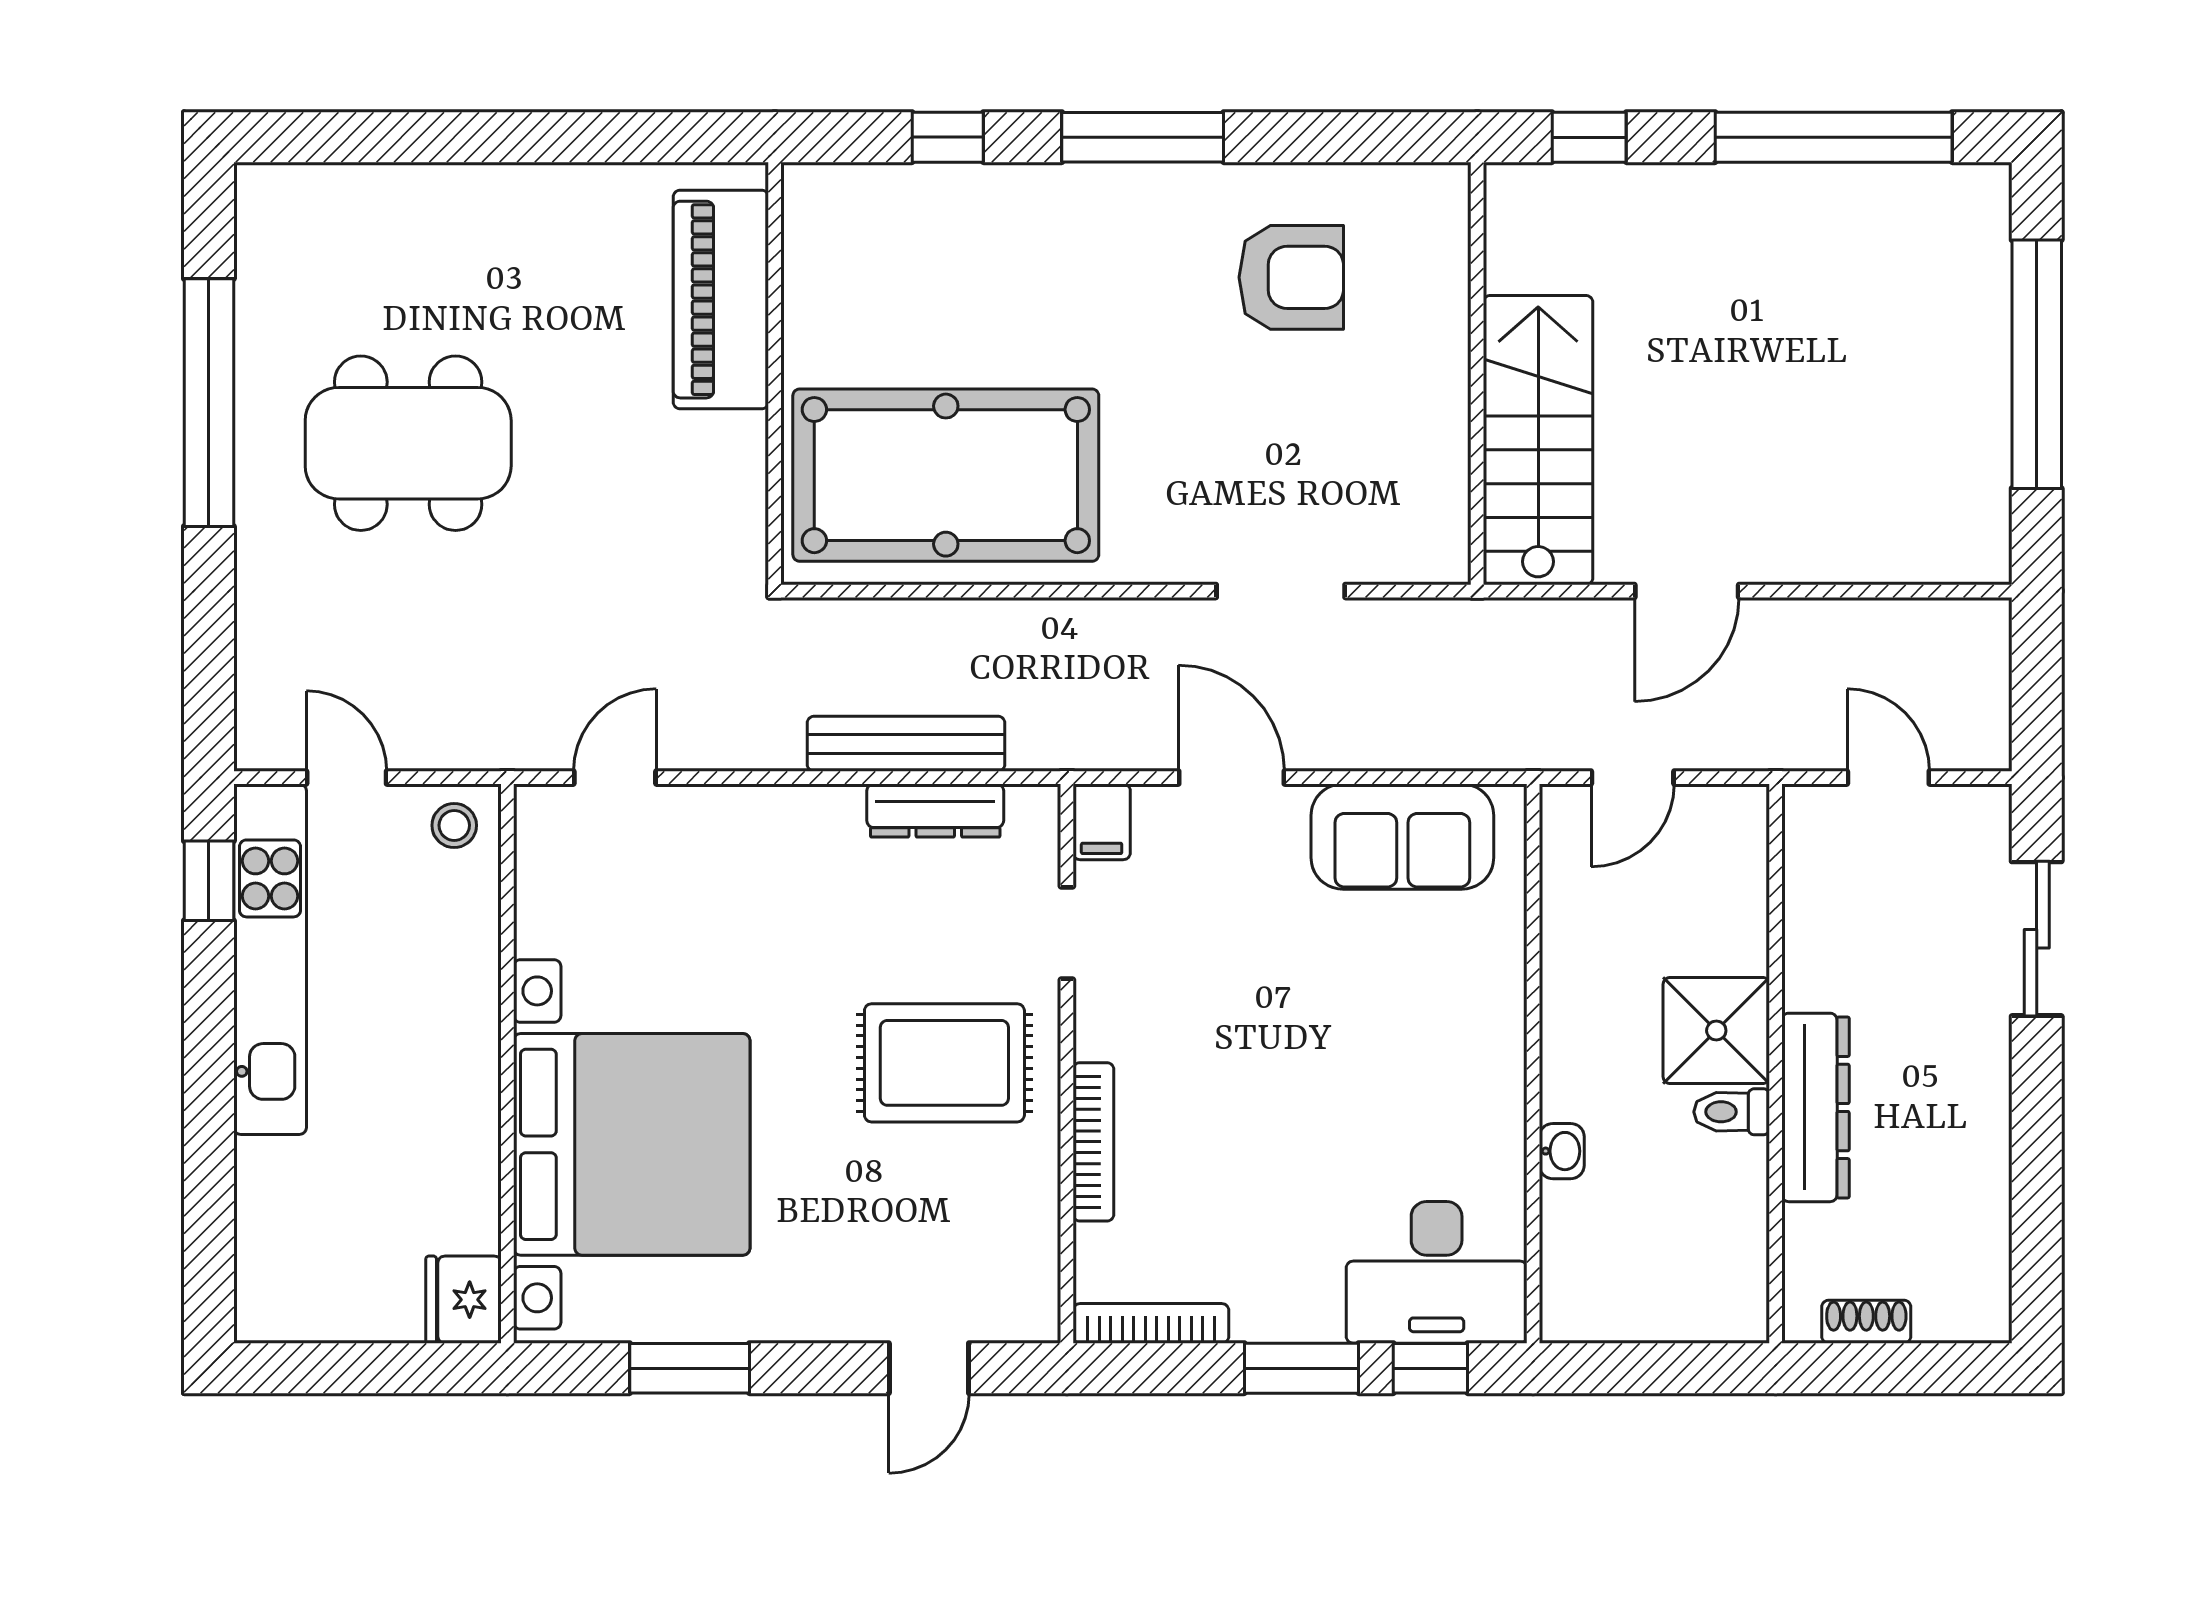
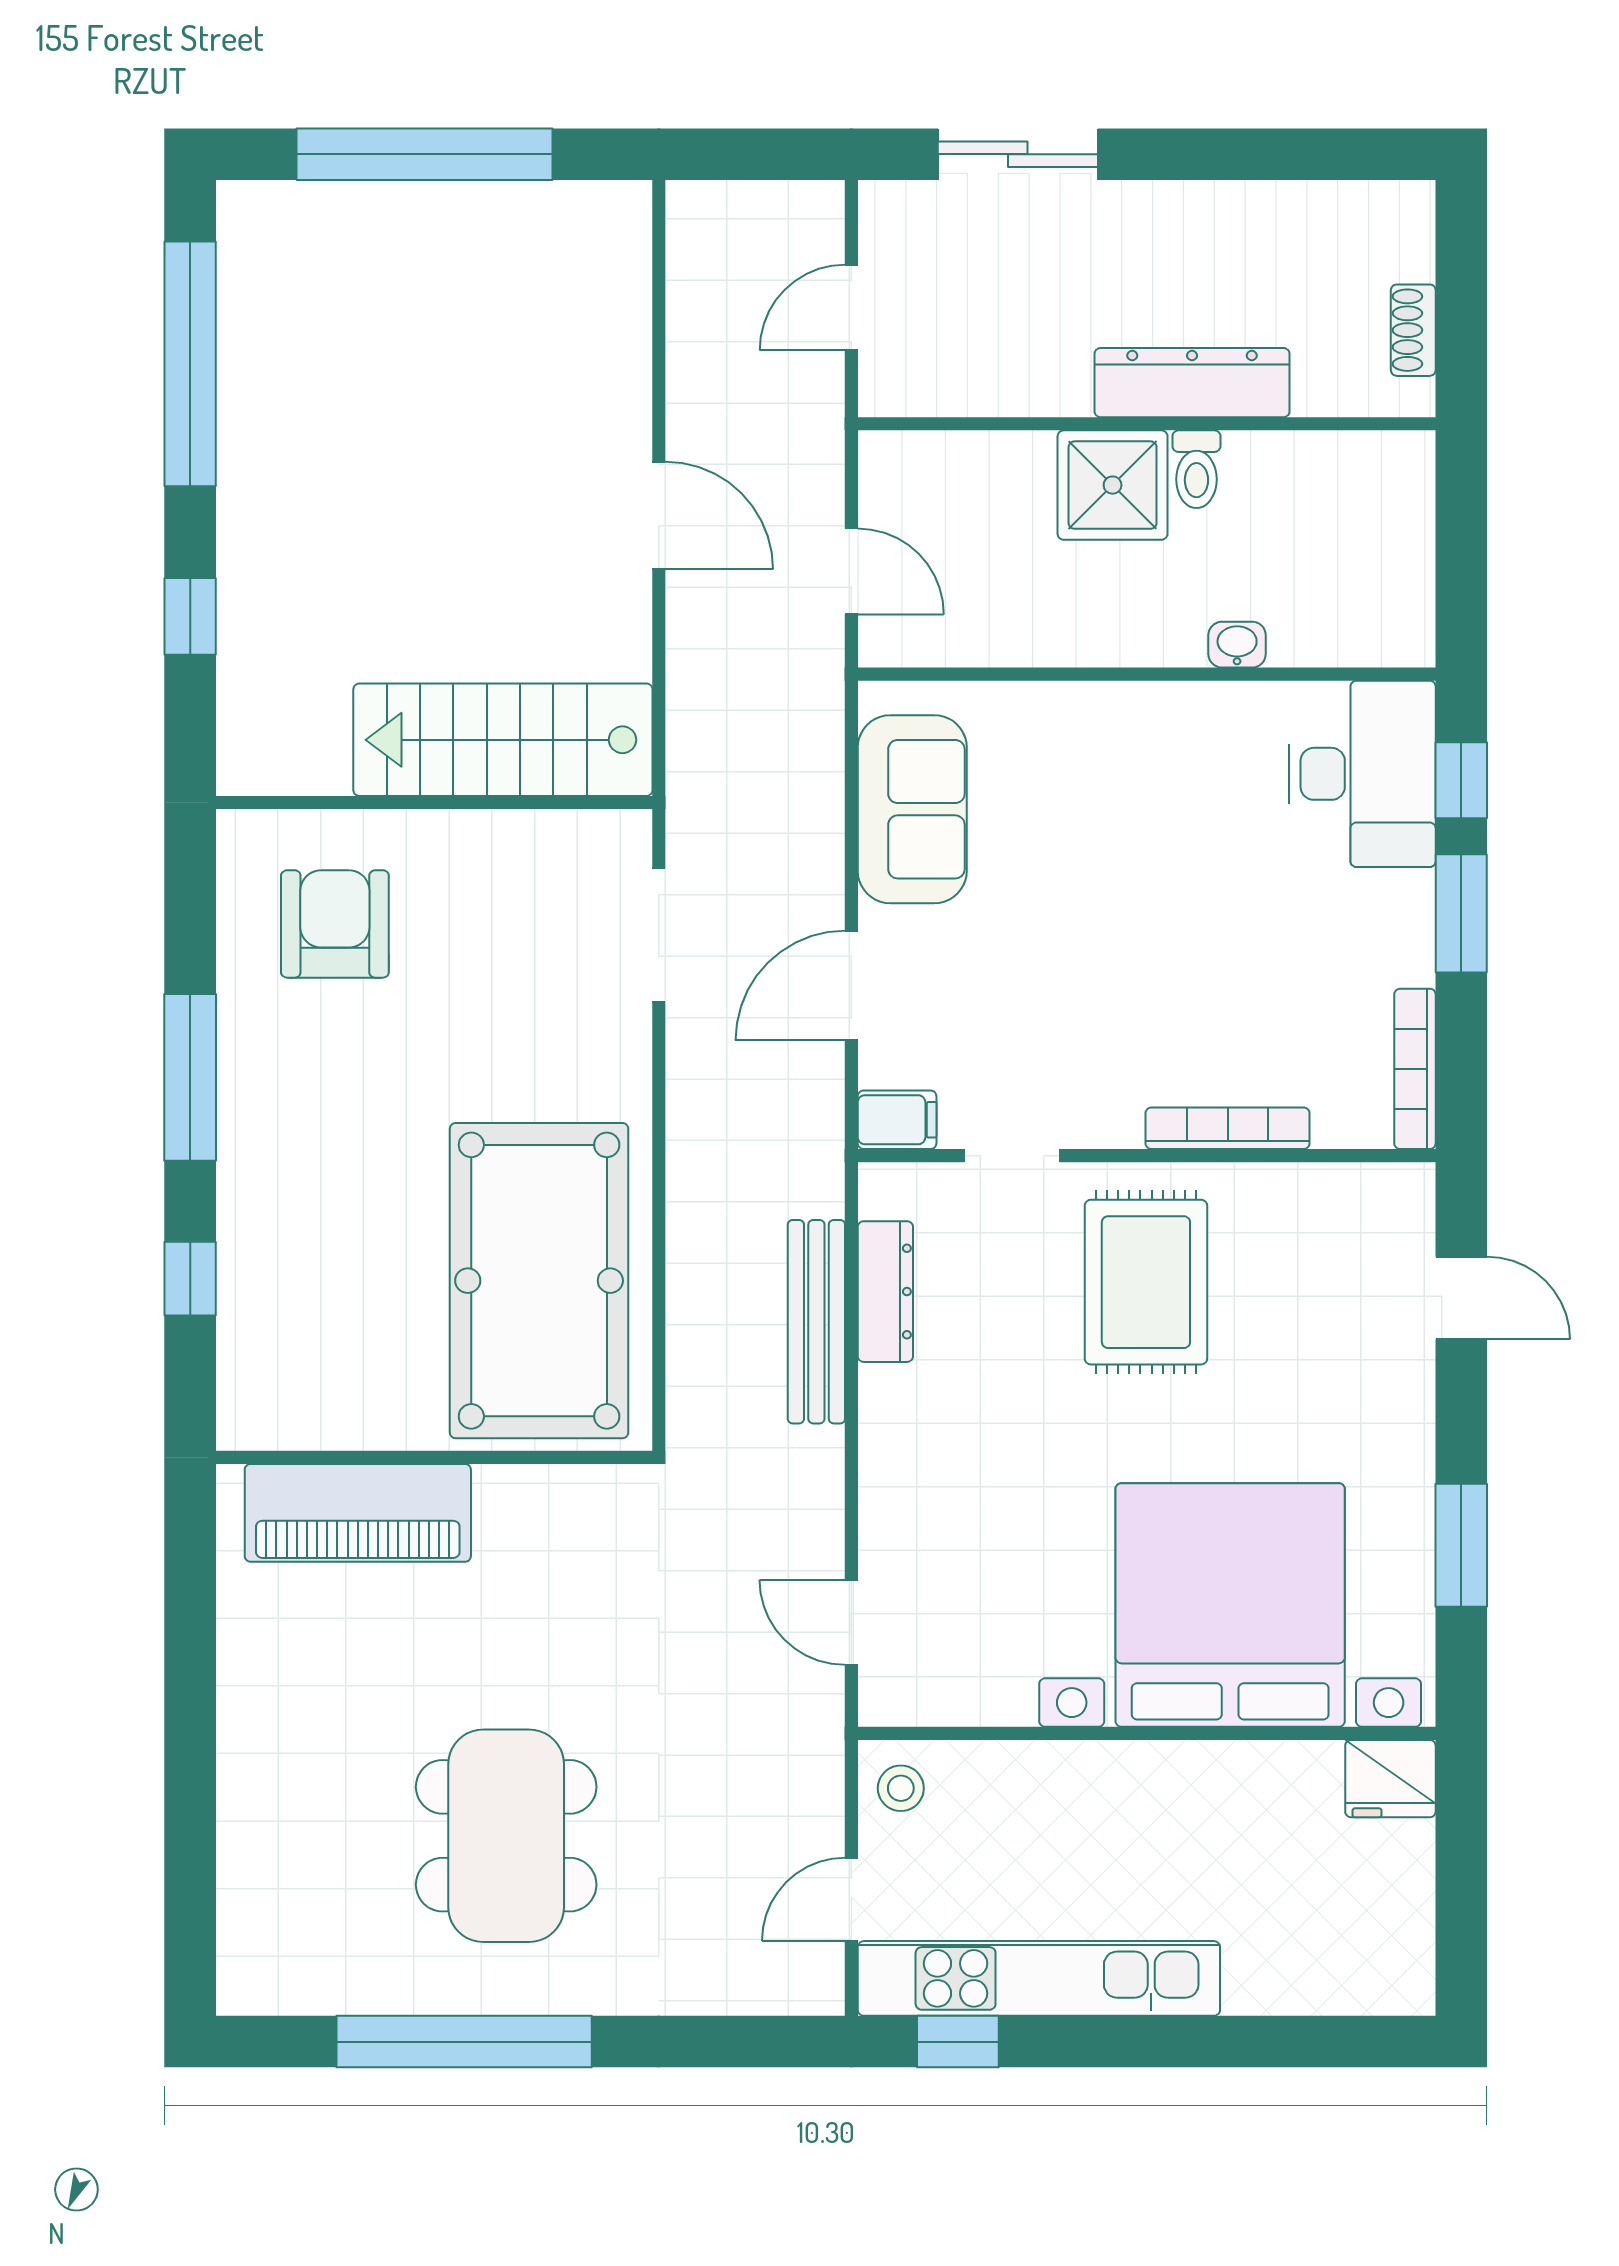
wall: (1477, 373) -> (434, 803), moved
stairs: (1538, 440) -> (503, 740), moved

